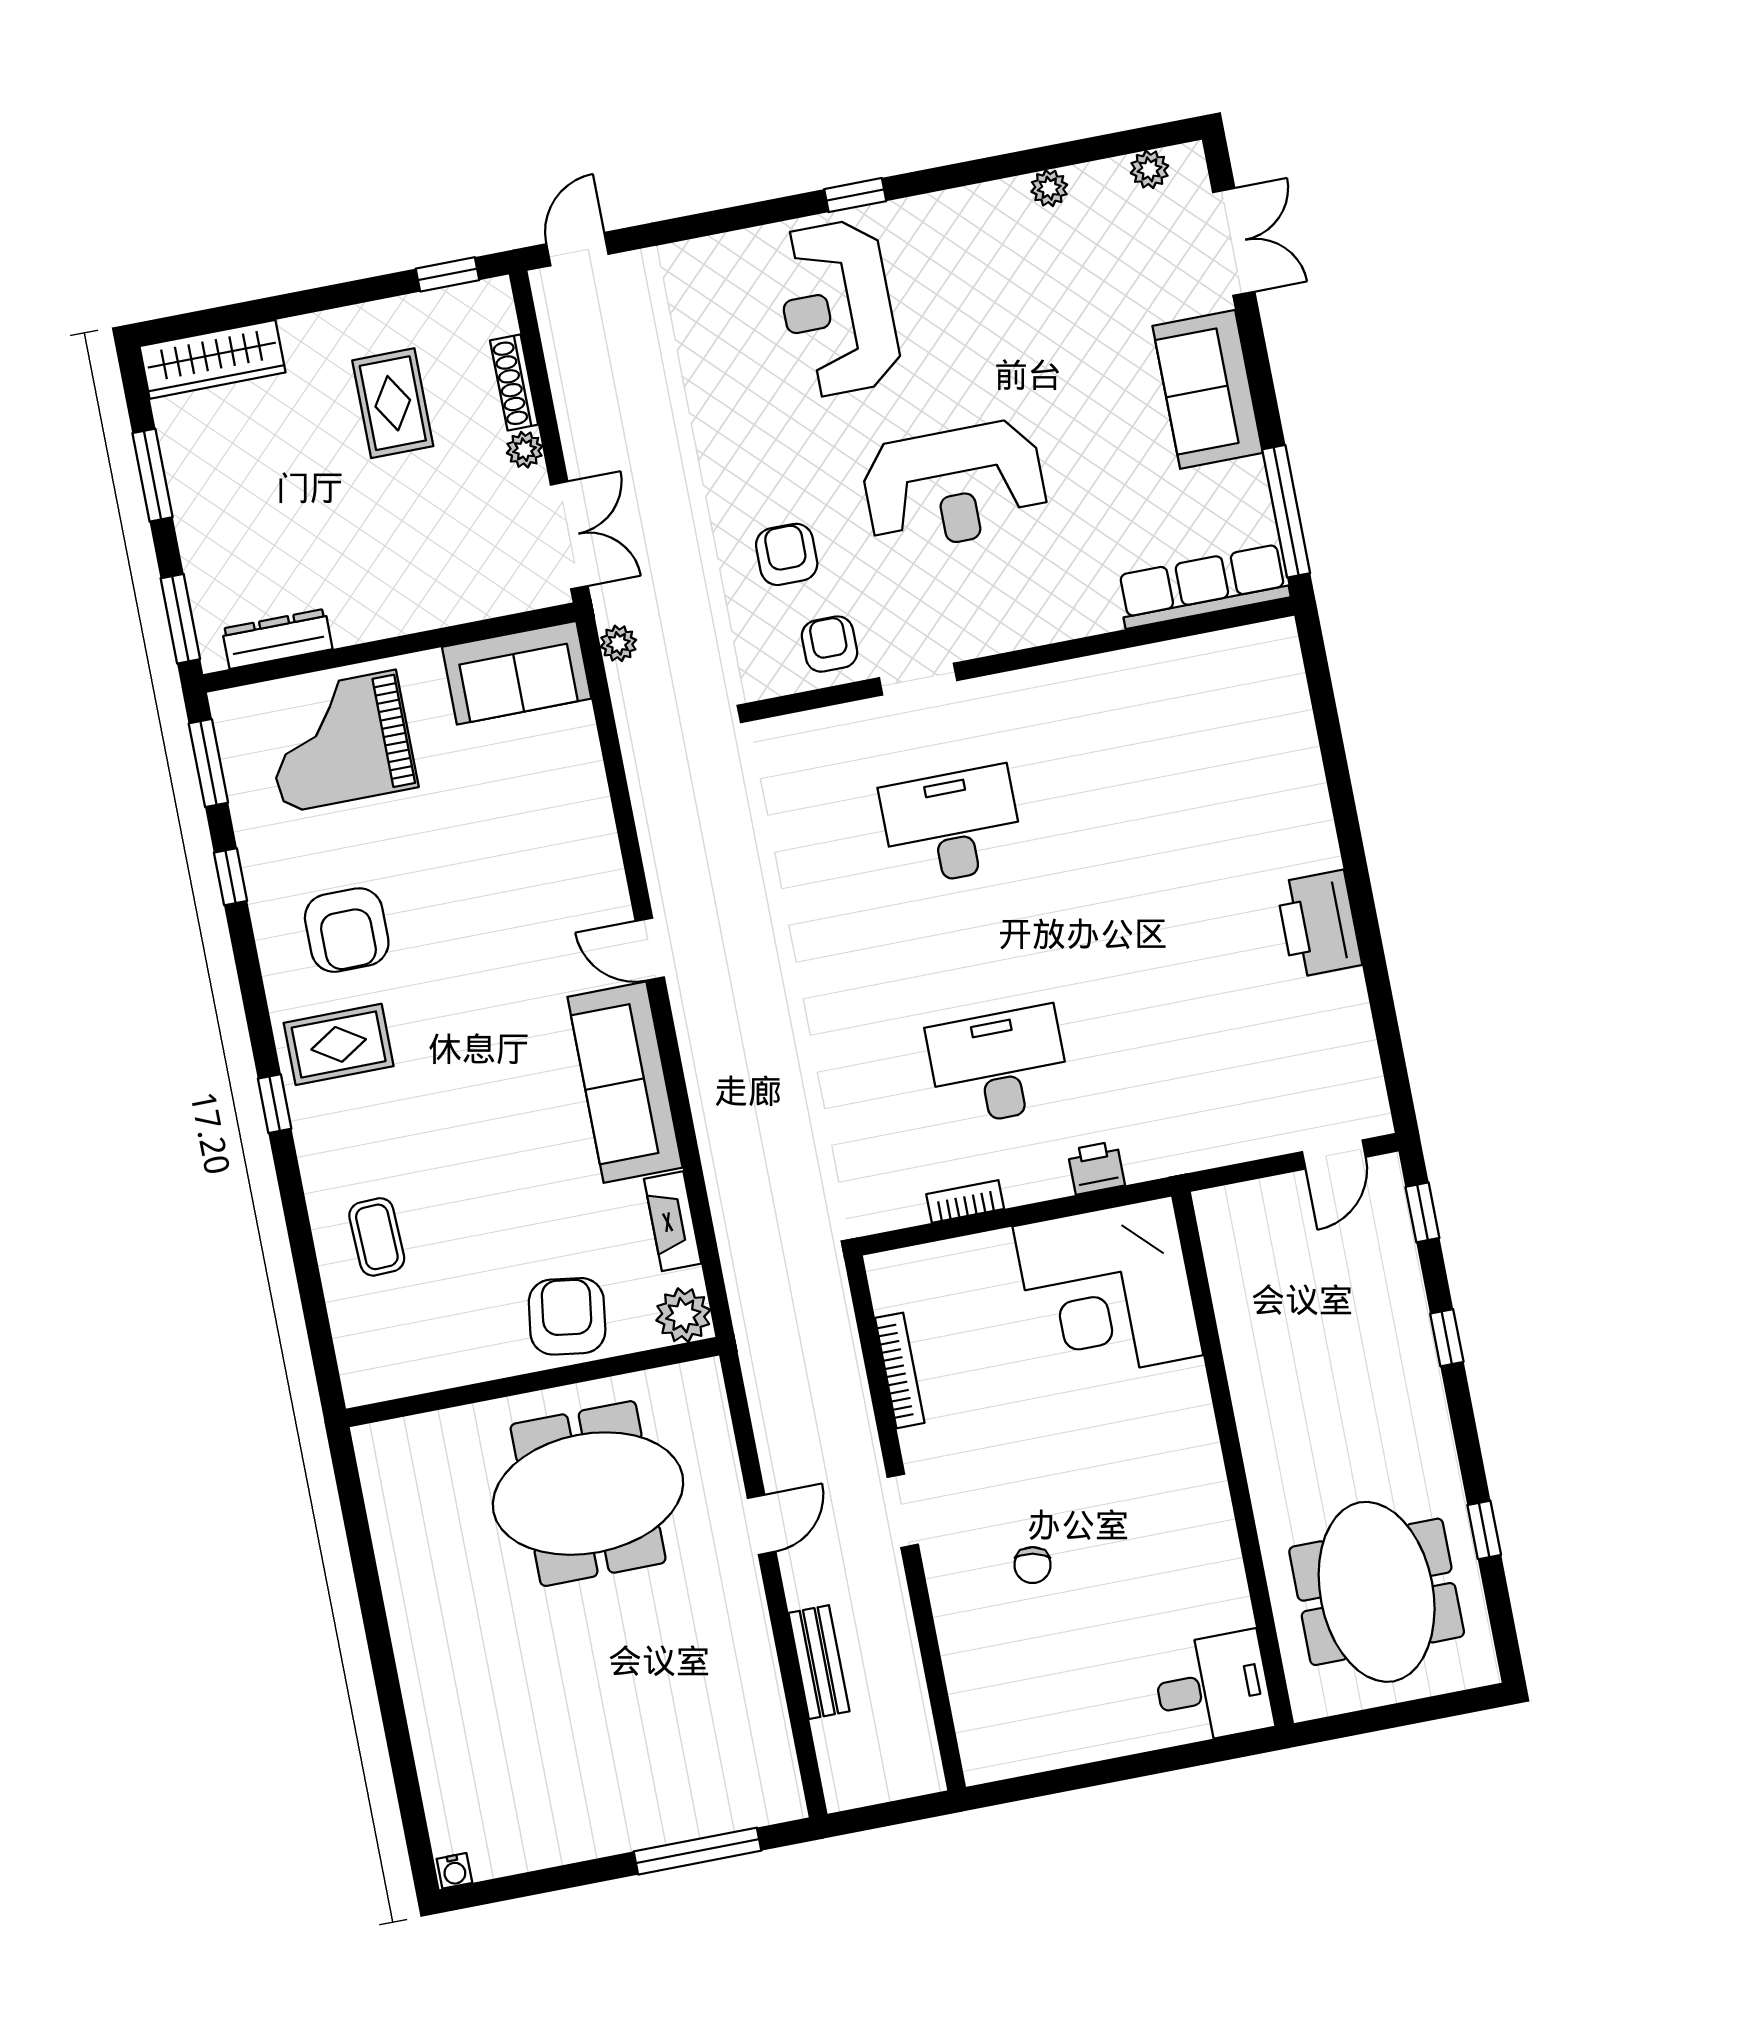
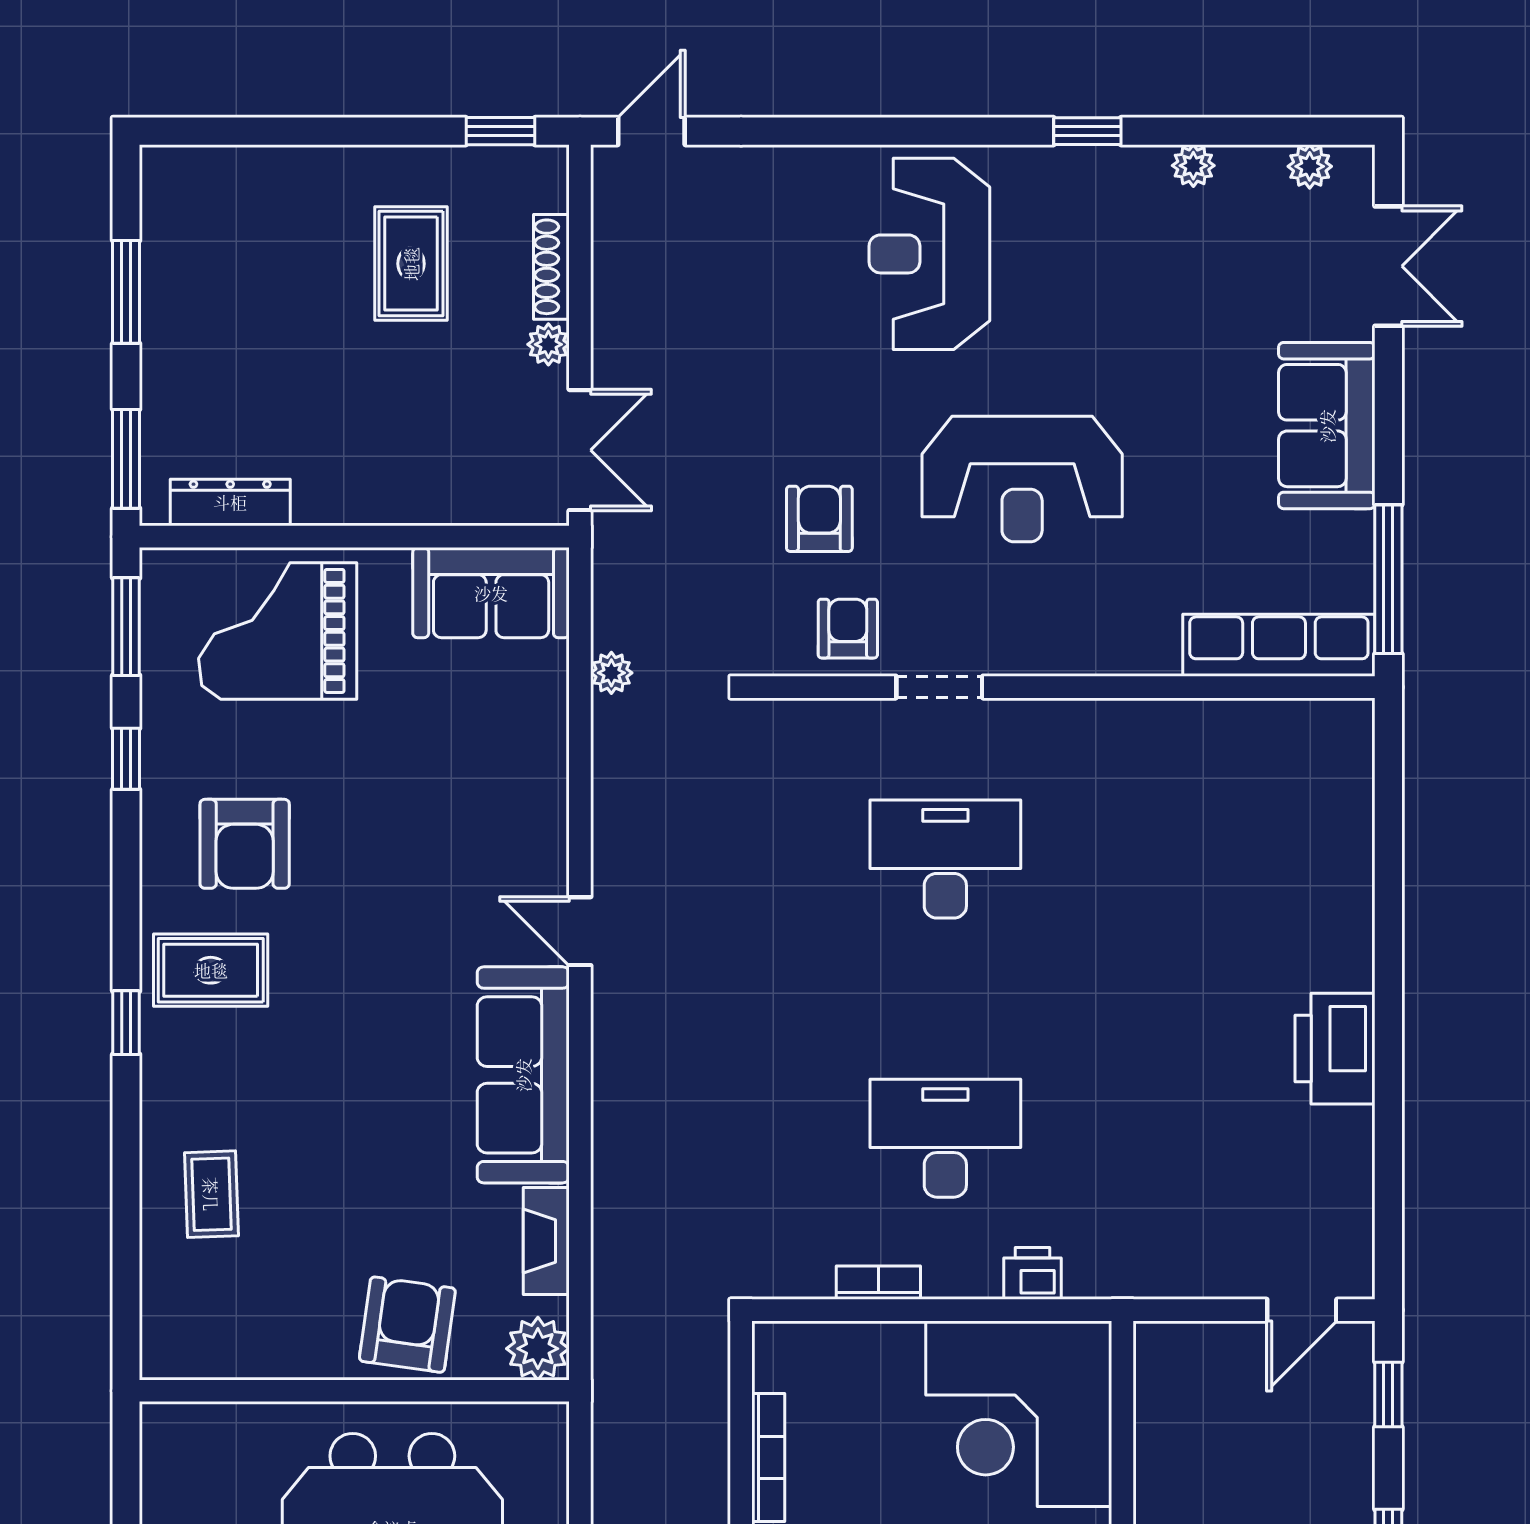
window: (855, 195) -> (1087, 131), moved
wardrobe: (213, 359) -> (219, 175), removed
plant: (618, 643) -> (611, 673), moved

